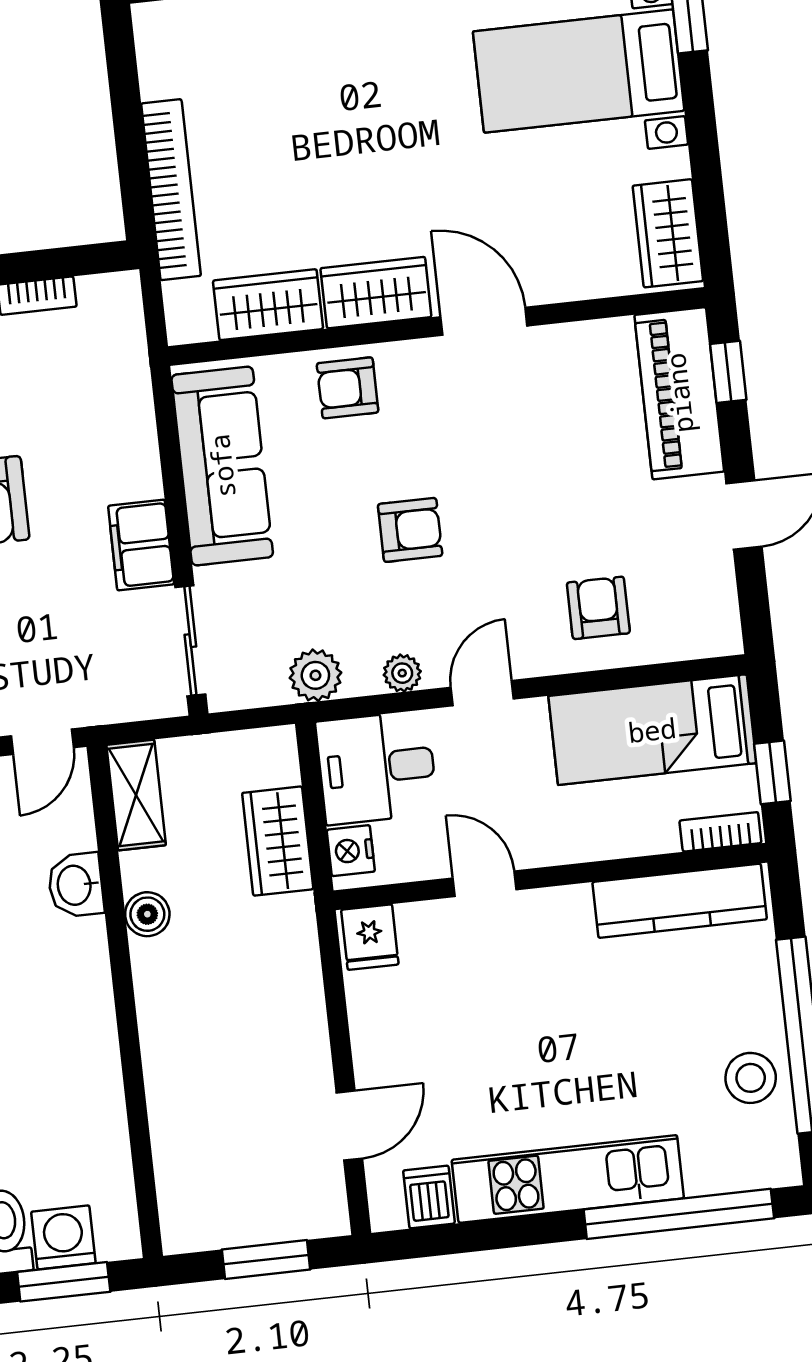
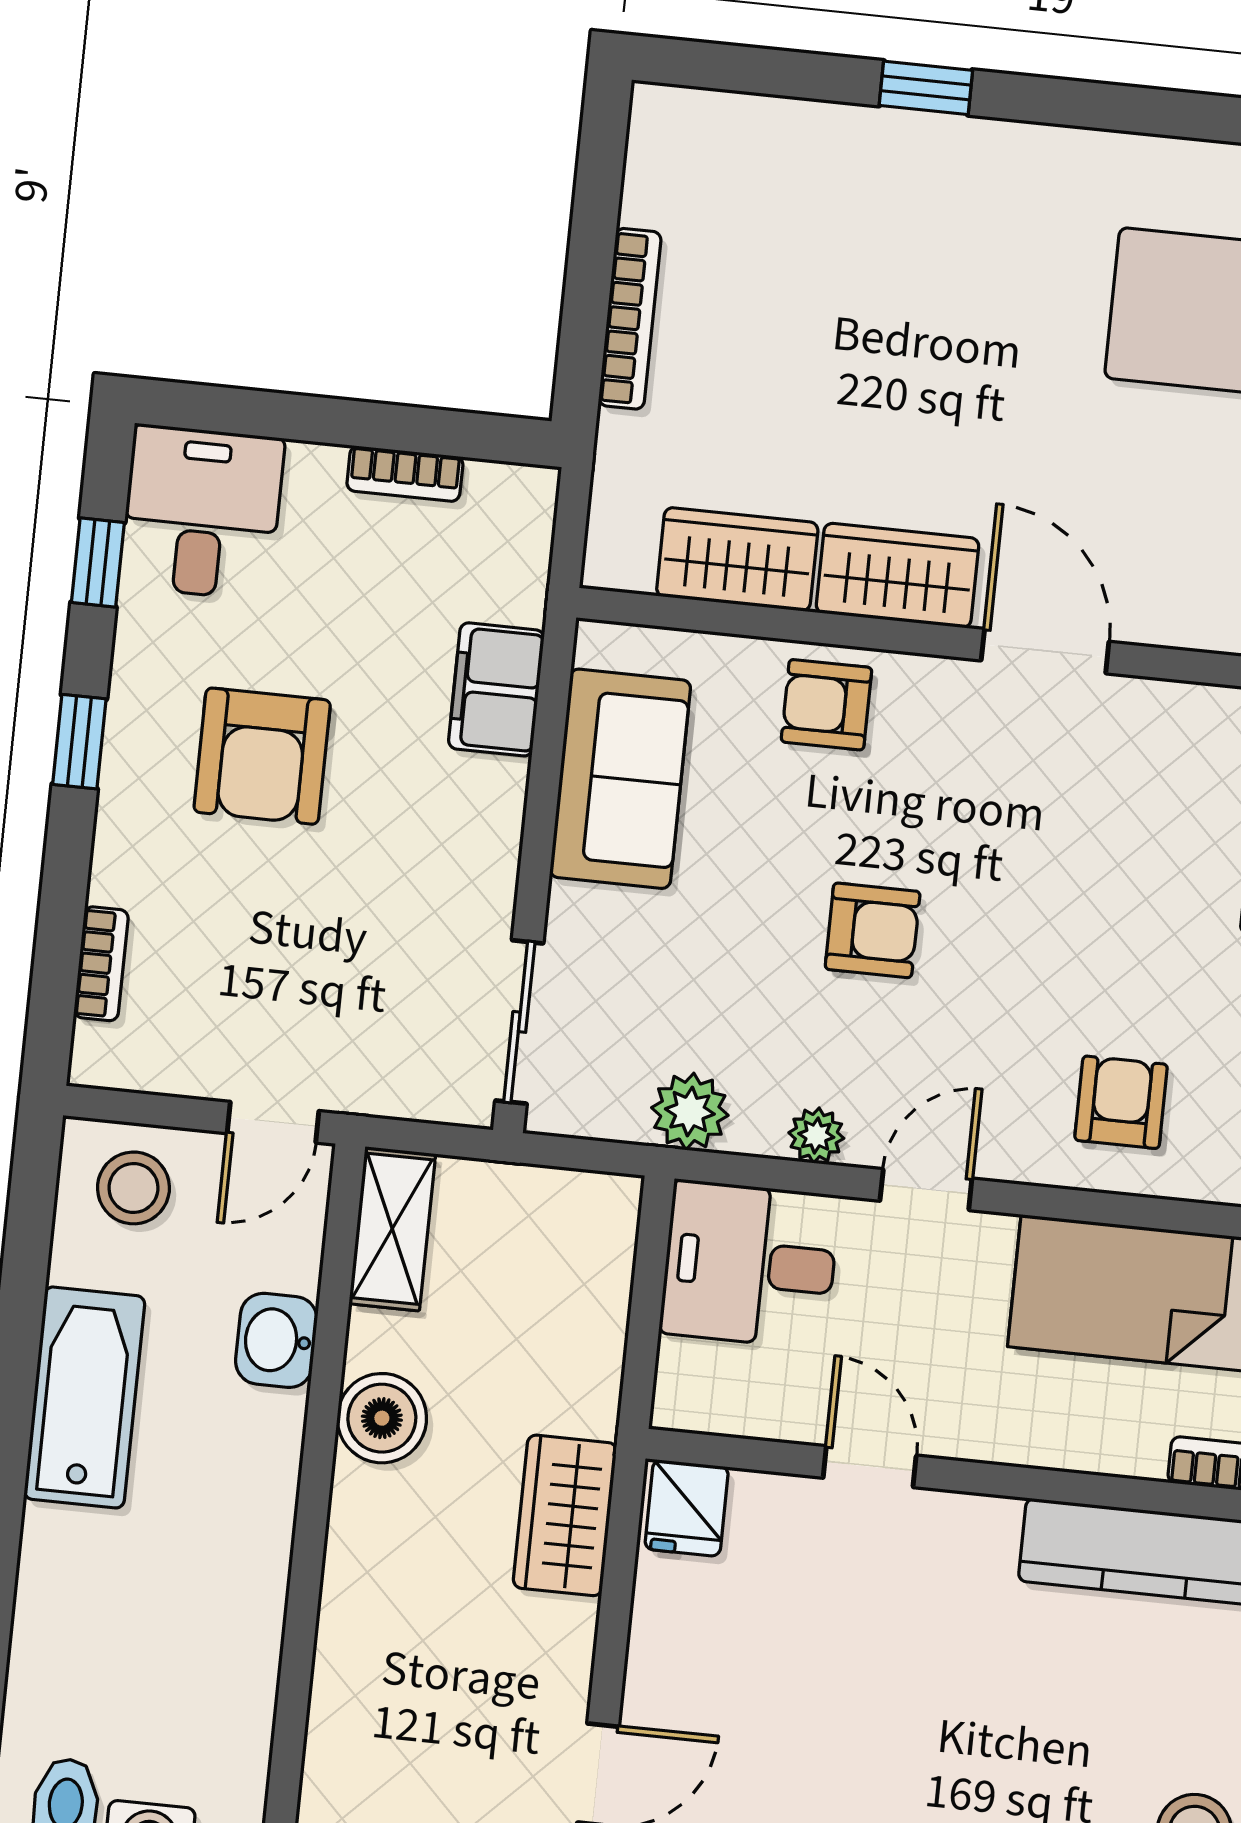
bookcase: (171, 190) -> (630, 319), width x0.68, depth x0.76
sofa: (222, 466) -> (620, 779), width x0.73
filing cabinet: (141, 545) -> (496, 689), moved
wardrobe: (278, 841) -> (565, 1515), moved
nightstand: (351, 851) -> (686, 1377), removed
boiler: (147, 914) -> (382, 1418), width x1.36, depth x1.36

